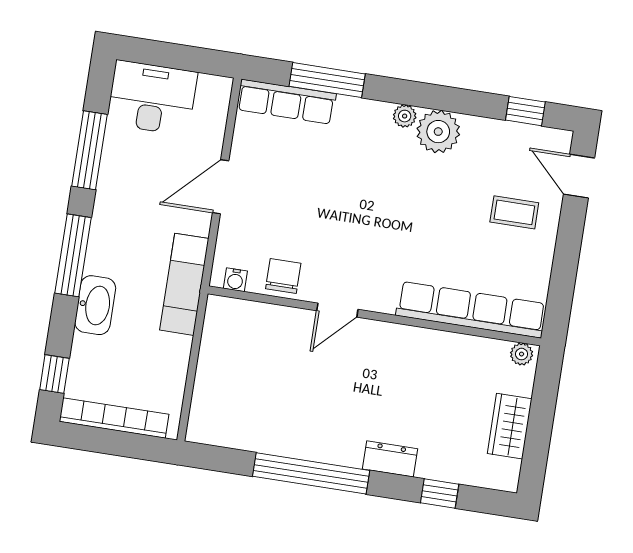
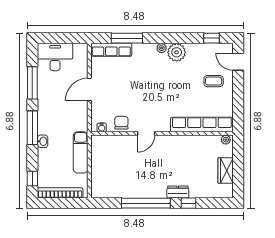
exam couch: (184, 284) -> (81, 152), moved
washbasin: (95, 305) -> (43, 141), width x0.52, depth x0.69
window: (440, 493) -> (189, 203), moved

